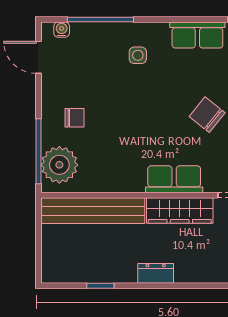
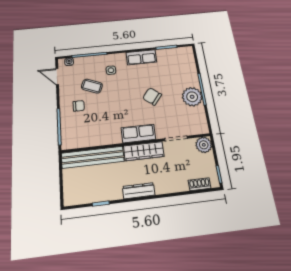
coffee table: (100, 83) -> (92, 86), added
plant: (59, 165) -> (72, 133), removed
dresser: (156, 273) -> (139, 191), width x1.44

